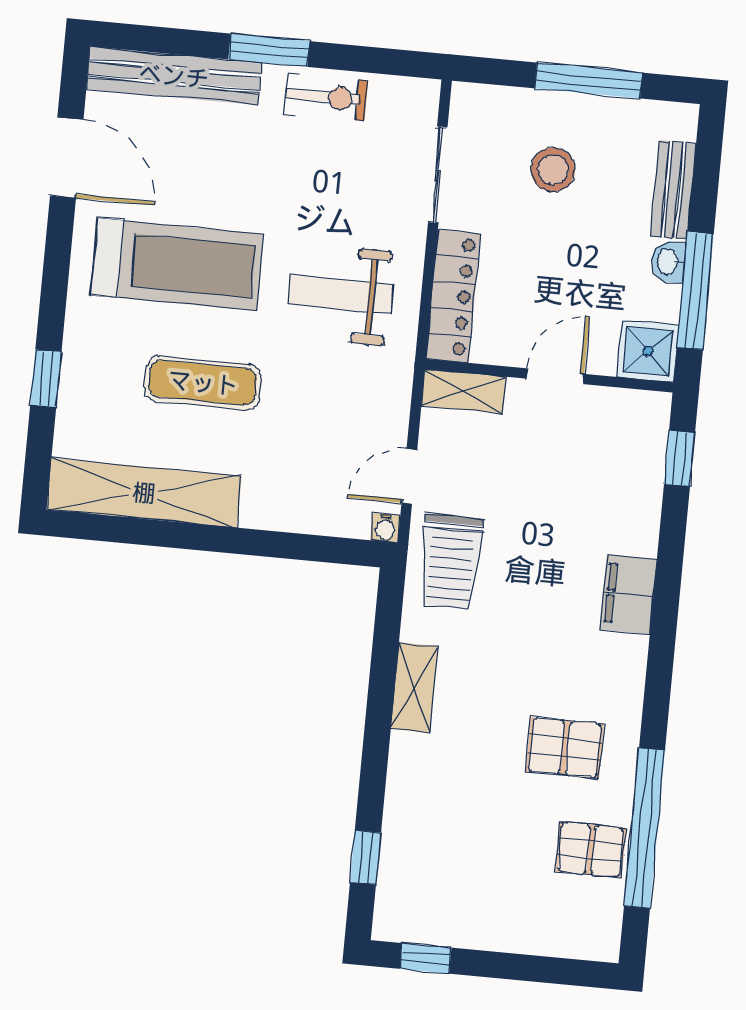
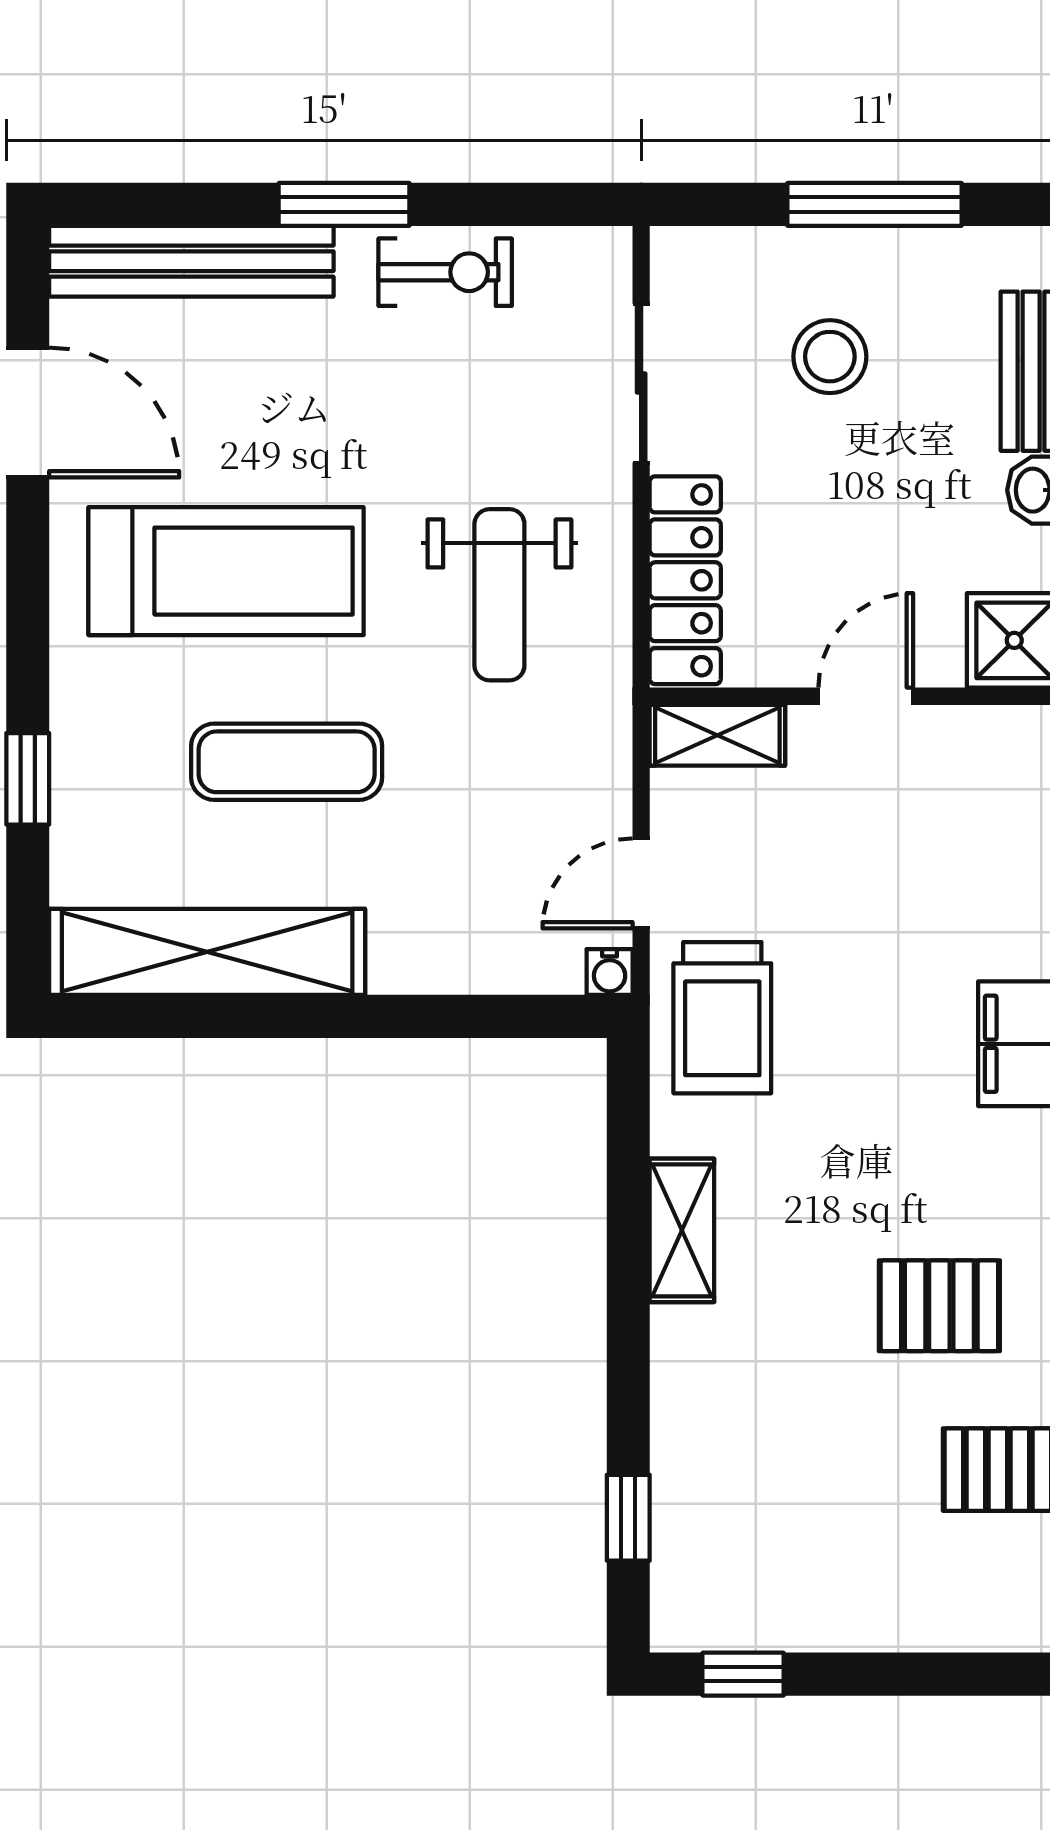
weight bench: (340, 294) -> (499, 595), turned -90

